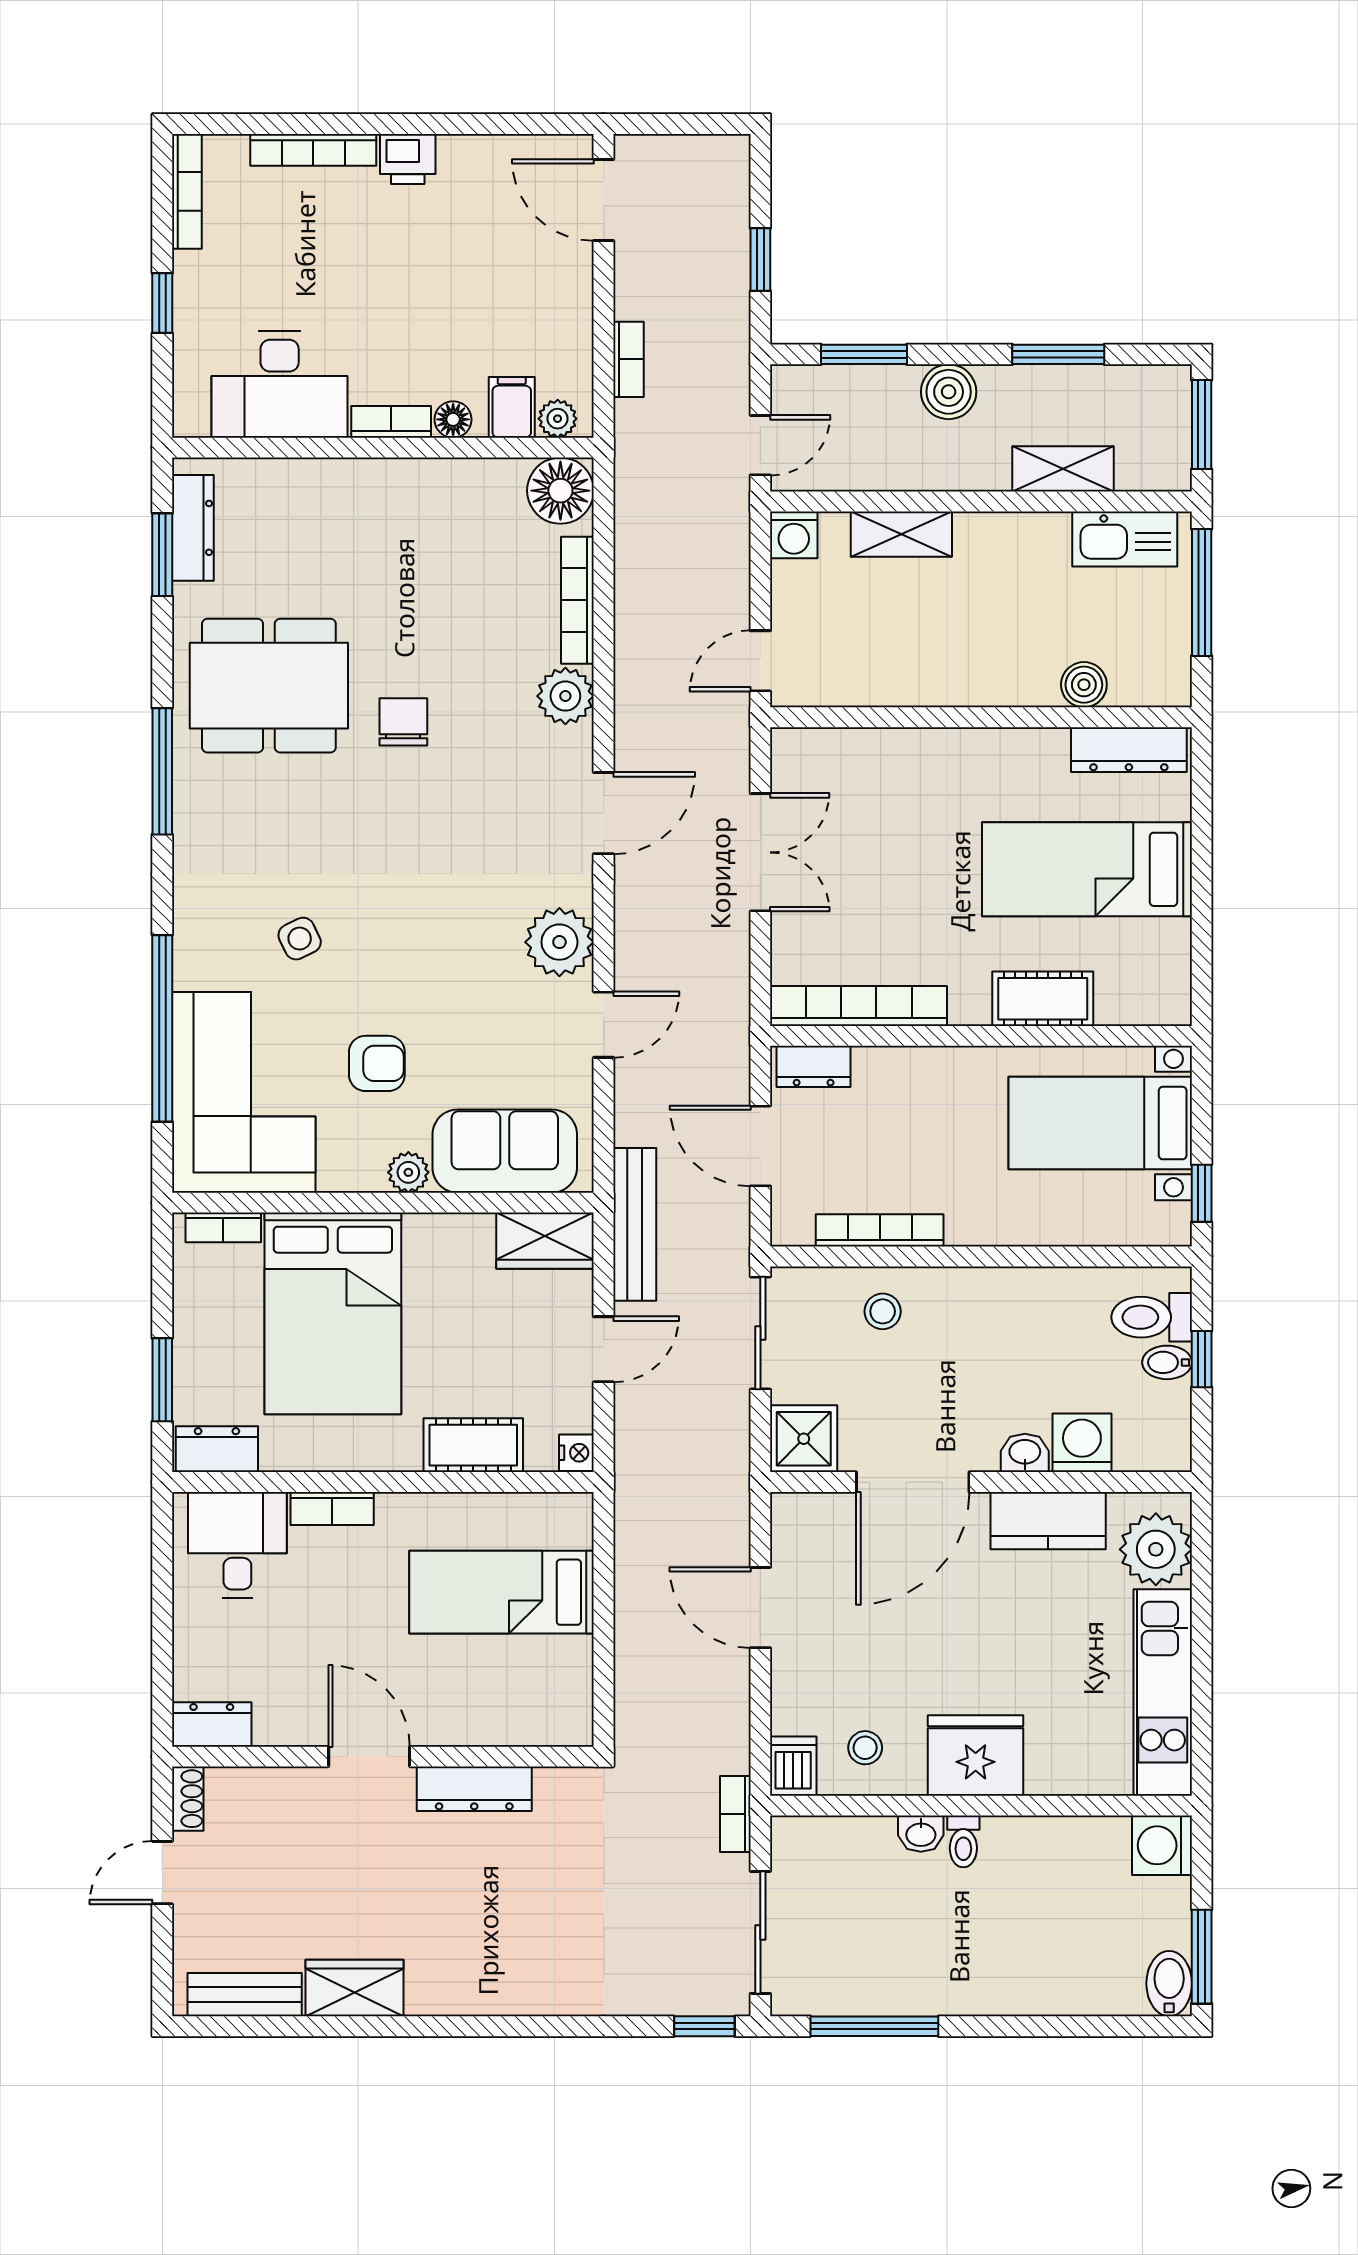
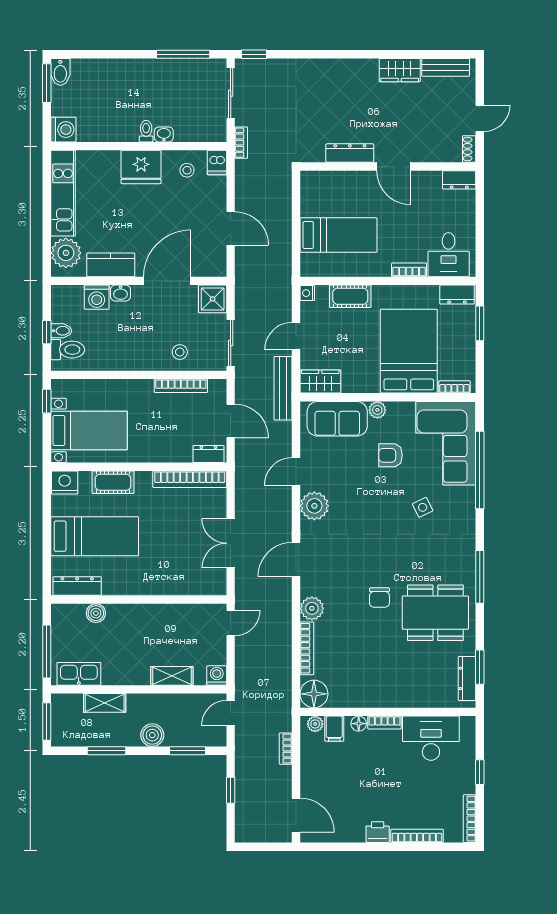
nightstand: (1159, 998) -> (65, 483), added

